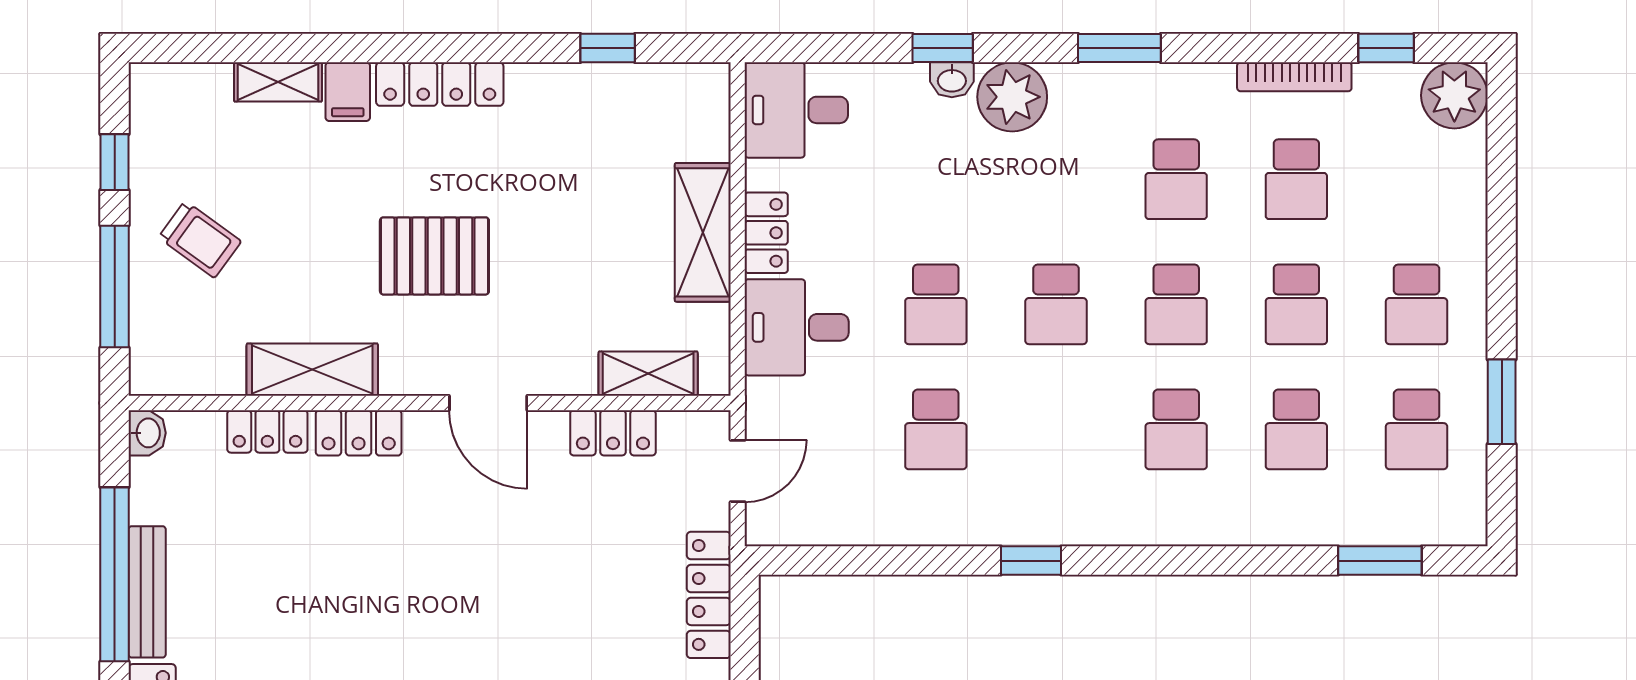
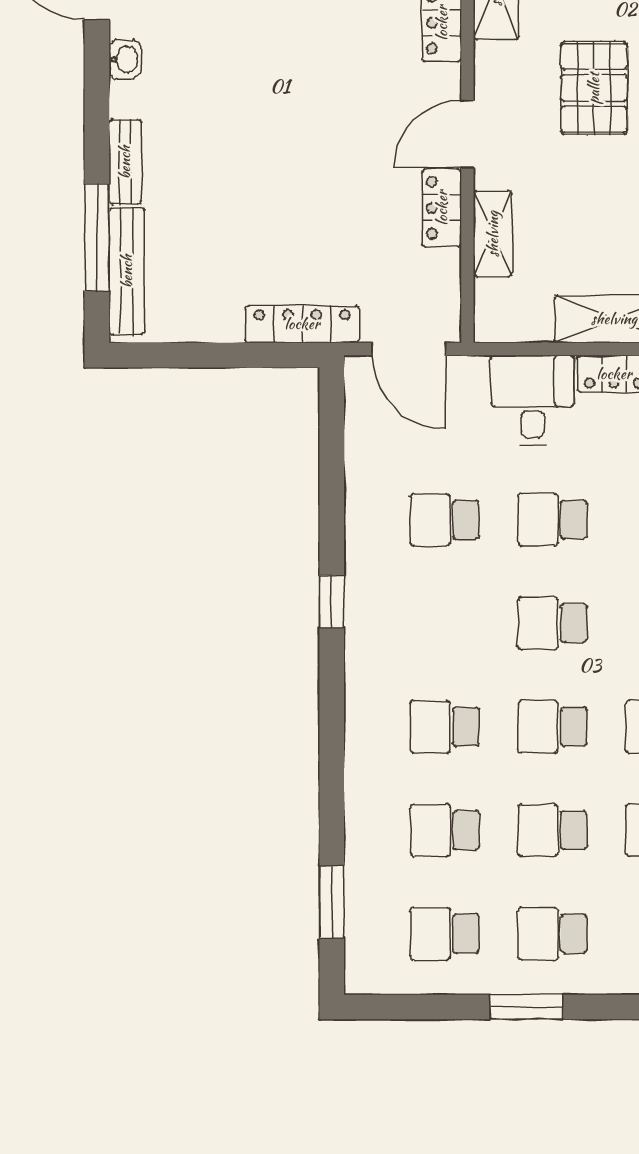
shelving: (648, 374) -> (493, 234), moved
window: (1502, 402) -> (527, 1007), moved
locker: (613, 433) -> (442, 208), moved
door: (738, 471) -> (409, 349), width x1.38

